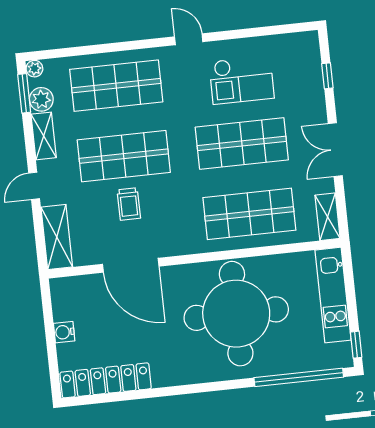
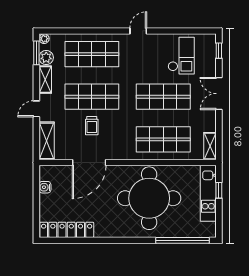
door: (189, 39) -> (138, 31), hinge flipped
window: (327, 76) -> (219, 51), moved
checkout: (242, 80) -> (181, 56), moved, turned -90
double door: (335, 150) -> (219, 94), moved
door: (131, 265) -> (89, 163), hinge flipped
water cooler: (64, 332) -> (45, 187), moved
window: (356, 345) -> (219, 190), moved

